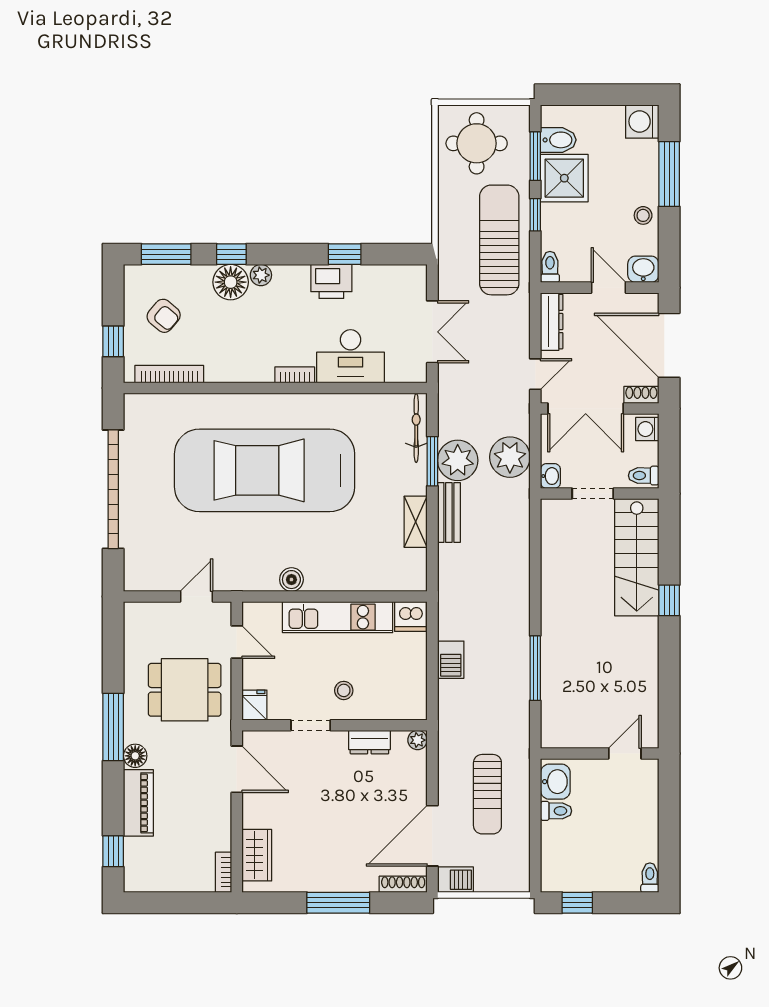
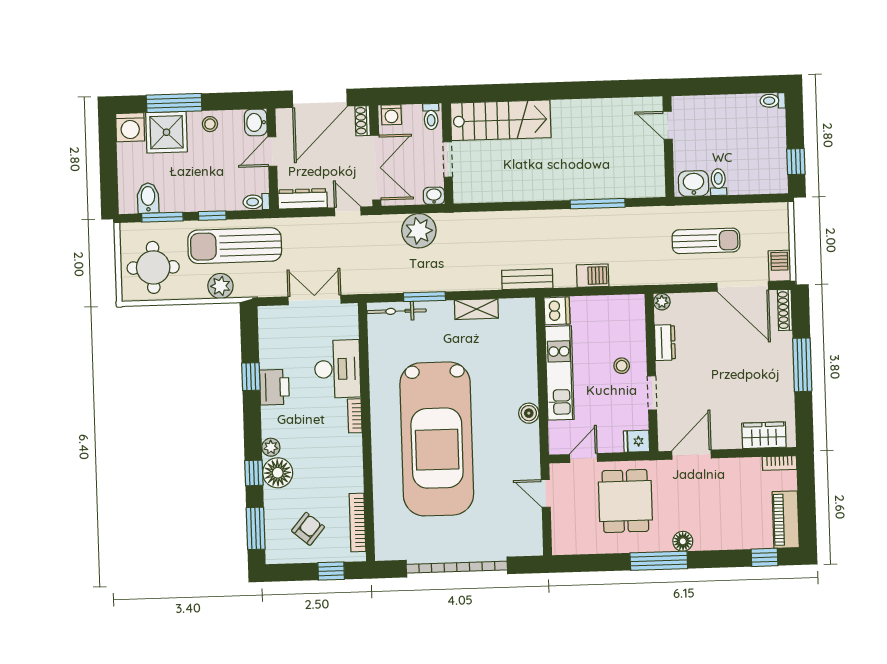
shower: (564, 178) -> (166, 132), moved
plant: (458, 460) -> (220, 286), moved, width x0.73, depth x0.73
bench: (449, 513) -> (527, 279), moved
window: (669, 600) -> (536, 92), removed
piano: (138, 803) -> (786, 520), moved, turned -90

